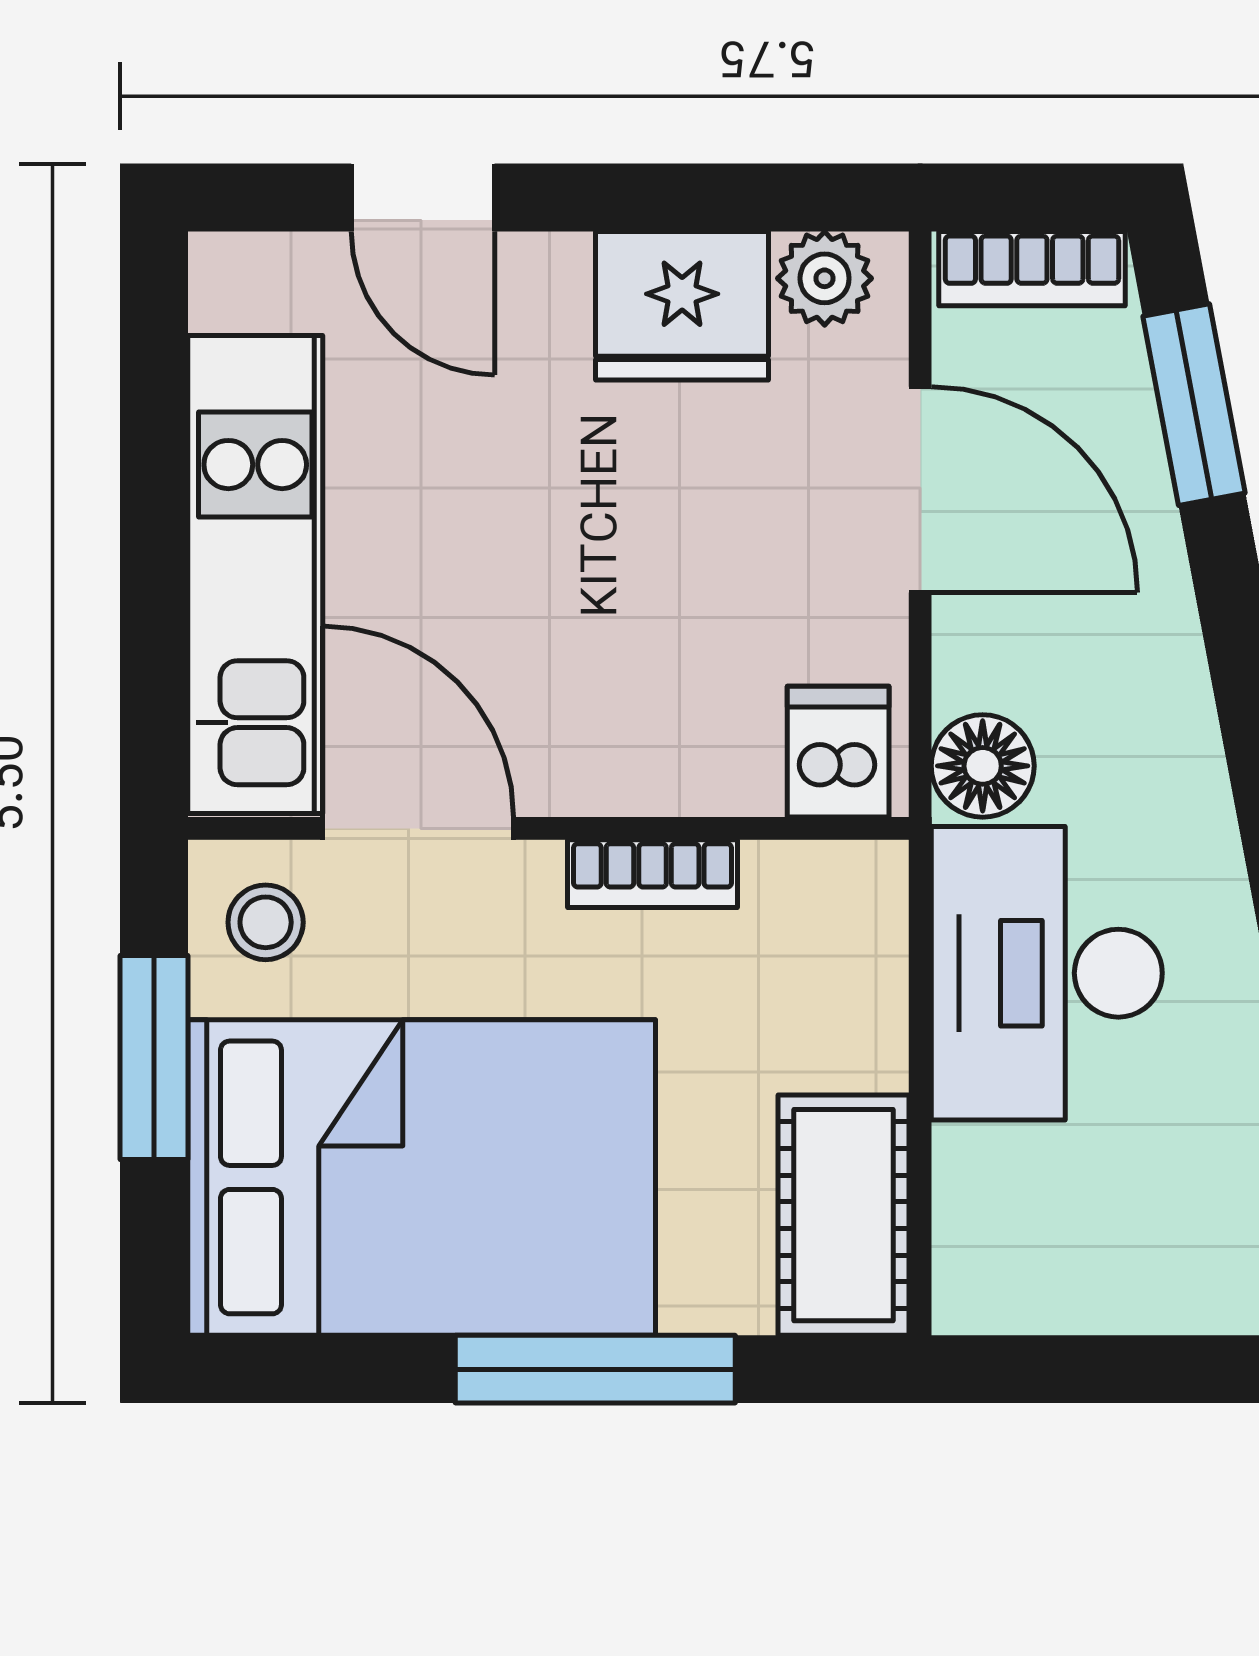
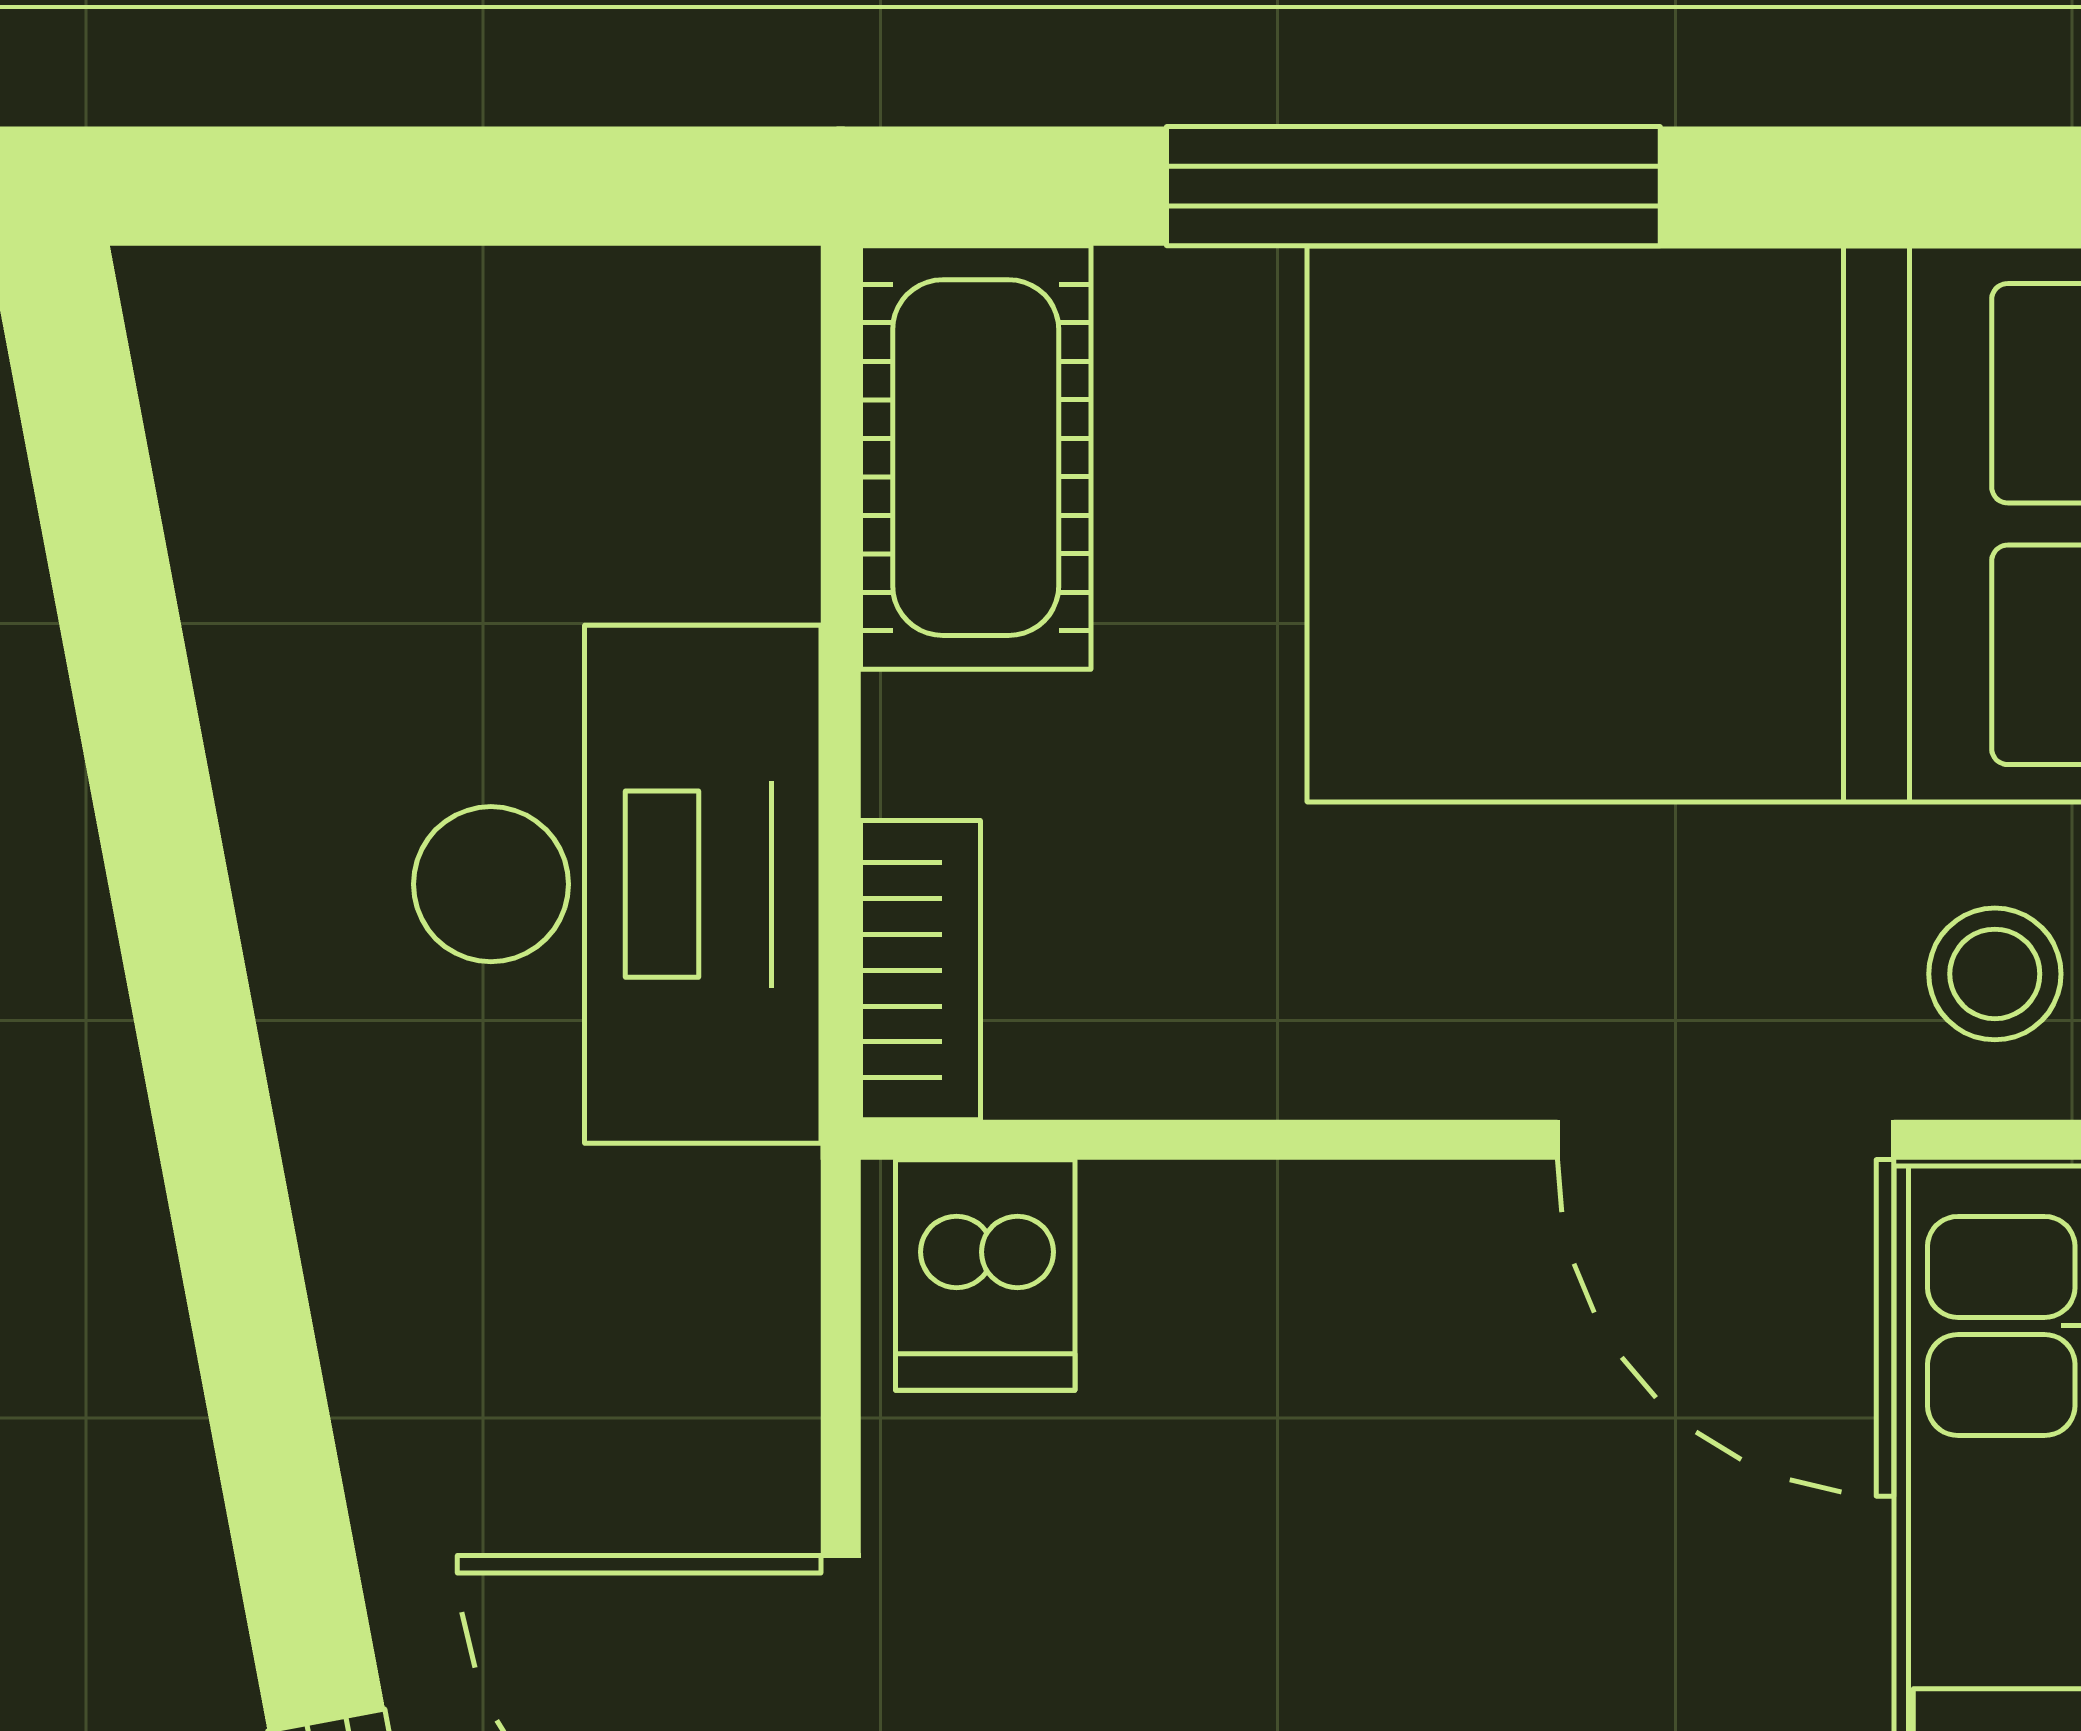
floor lamp: (983, 766) -> (730, 1250), removed
bookcase: (653, 874) -> (920, 970), moved, turned 90

